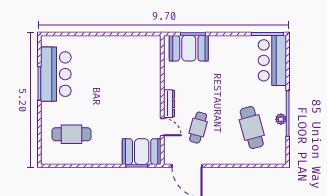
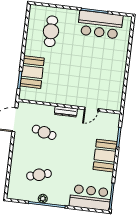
booth: (189, 48) -> (105, 156), moved
door: (162, 127) -> (91, 109), moved
cafe table: (252, 128) -> (39, 175), width x0.73, depth x0.74
booth: (142, 152) -> (32, 72), moved

